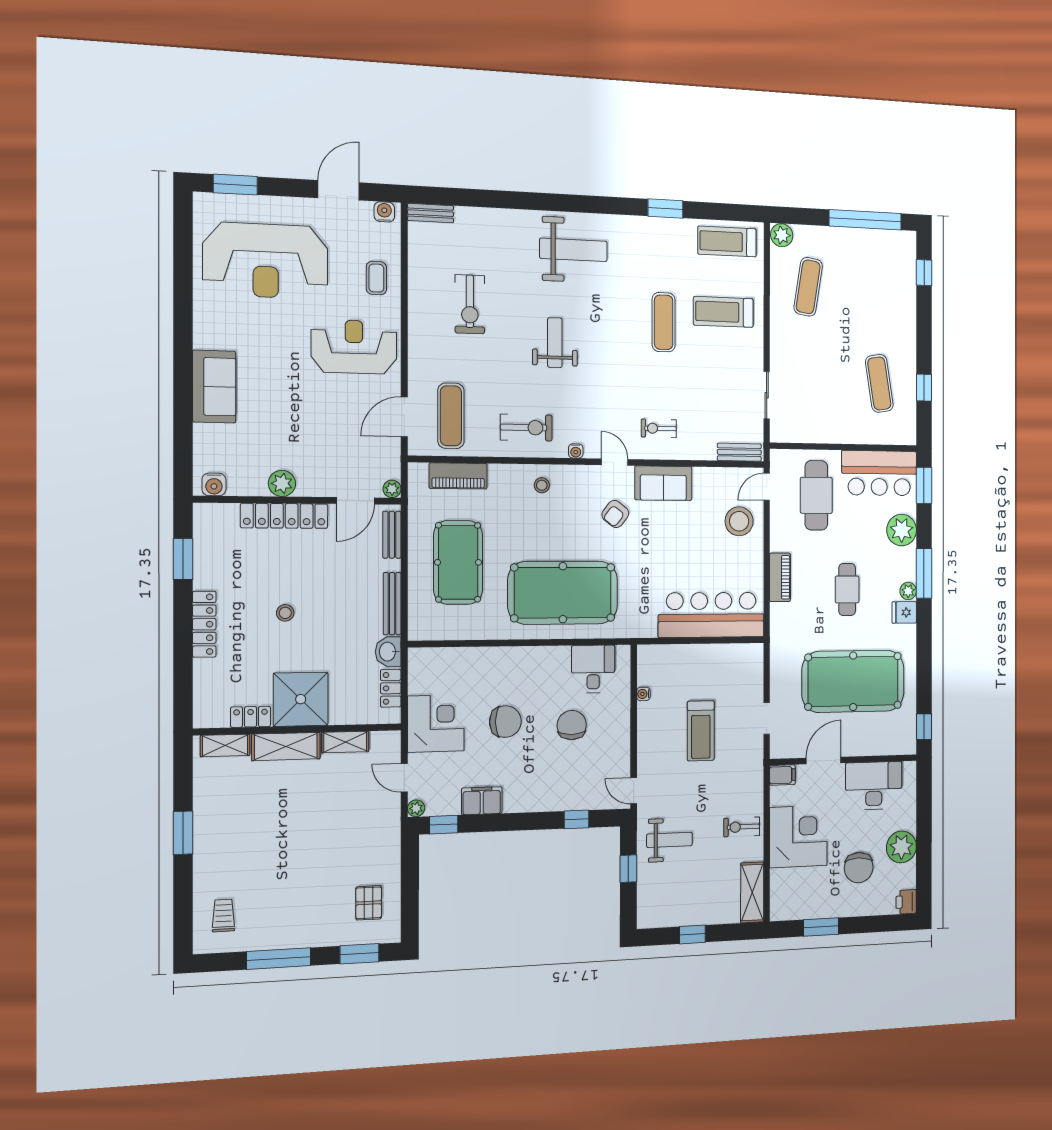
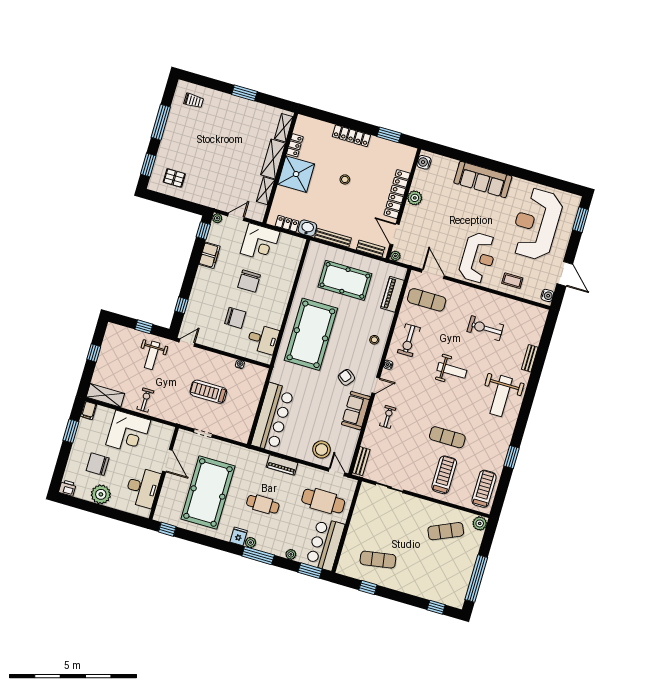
bench: (431, 213) -> (530, 358), moved
exercise mat: (808, 287) -> (446, 531), turned -33
sofa: (214, 387) -> (483, 179), width x1.36
plant: (902, 530) -> (291, 554), width x0.53, depth x0.53
filing cabinet: (782, 775) -> (89, 410), moved

